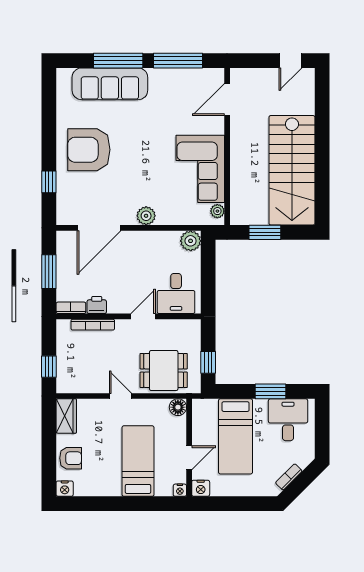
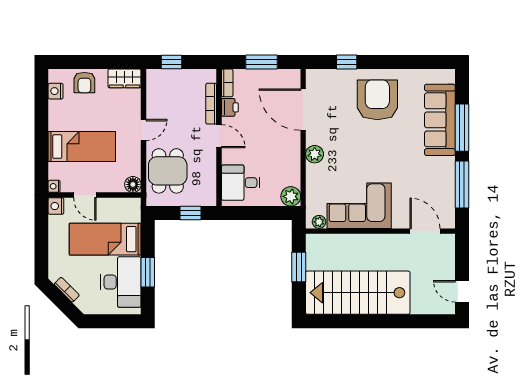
door: (143, 316) -> (219, 136), moved
window: (208, 362) -> (190, 213), moved
desk: (288, 420) -> (121, 282), width x1.37
nightstand: (65, 489) -> (56, 91), moved

